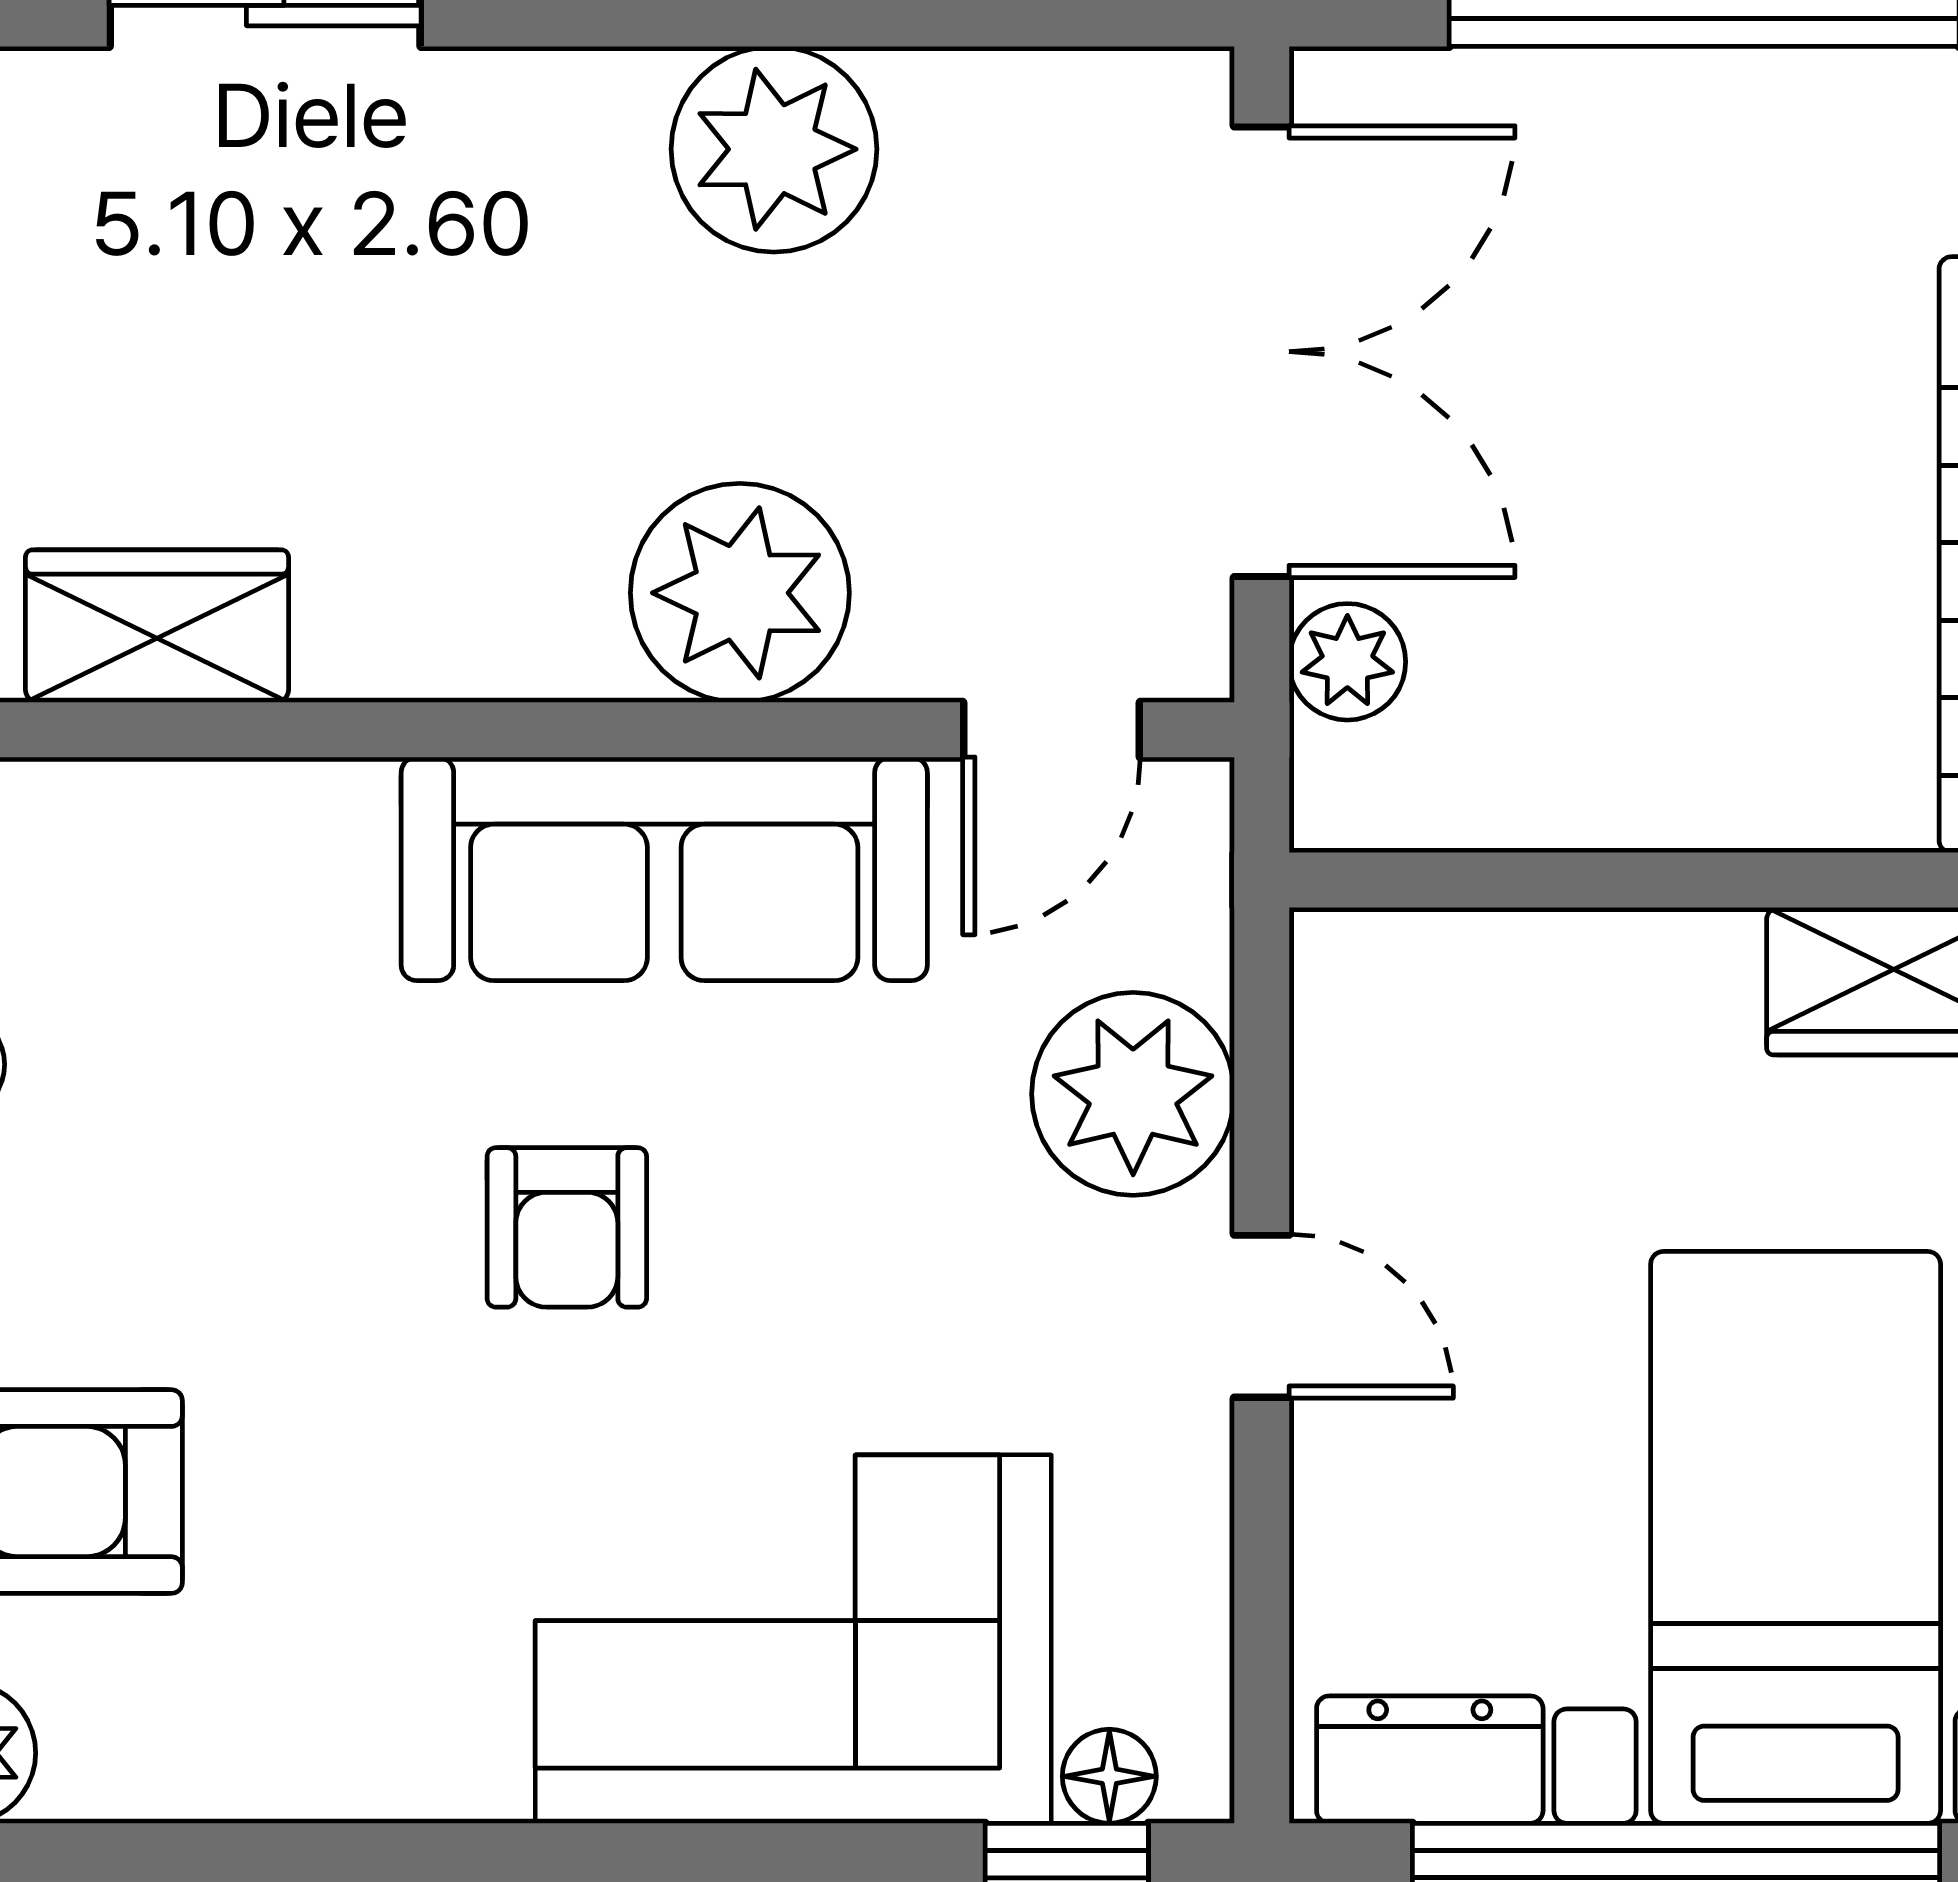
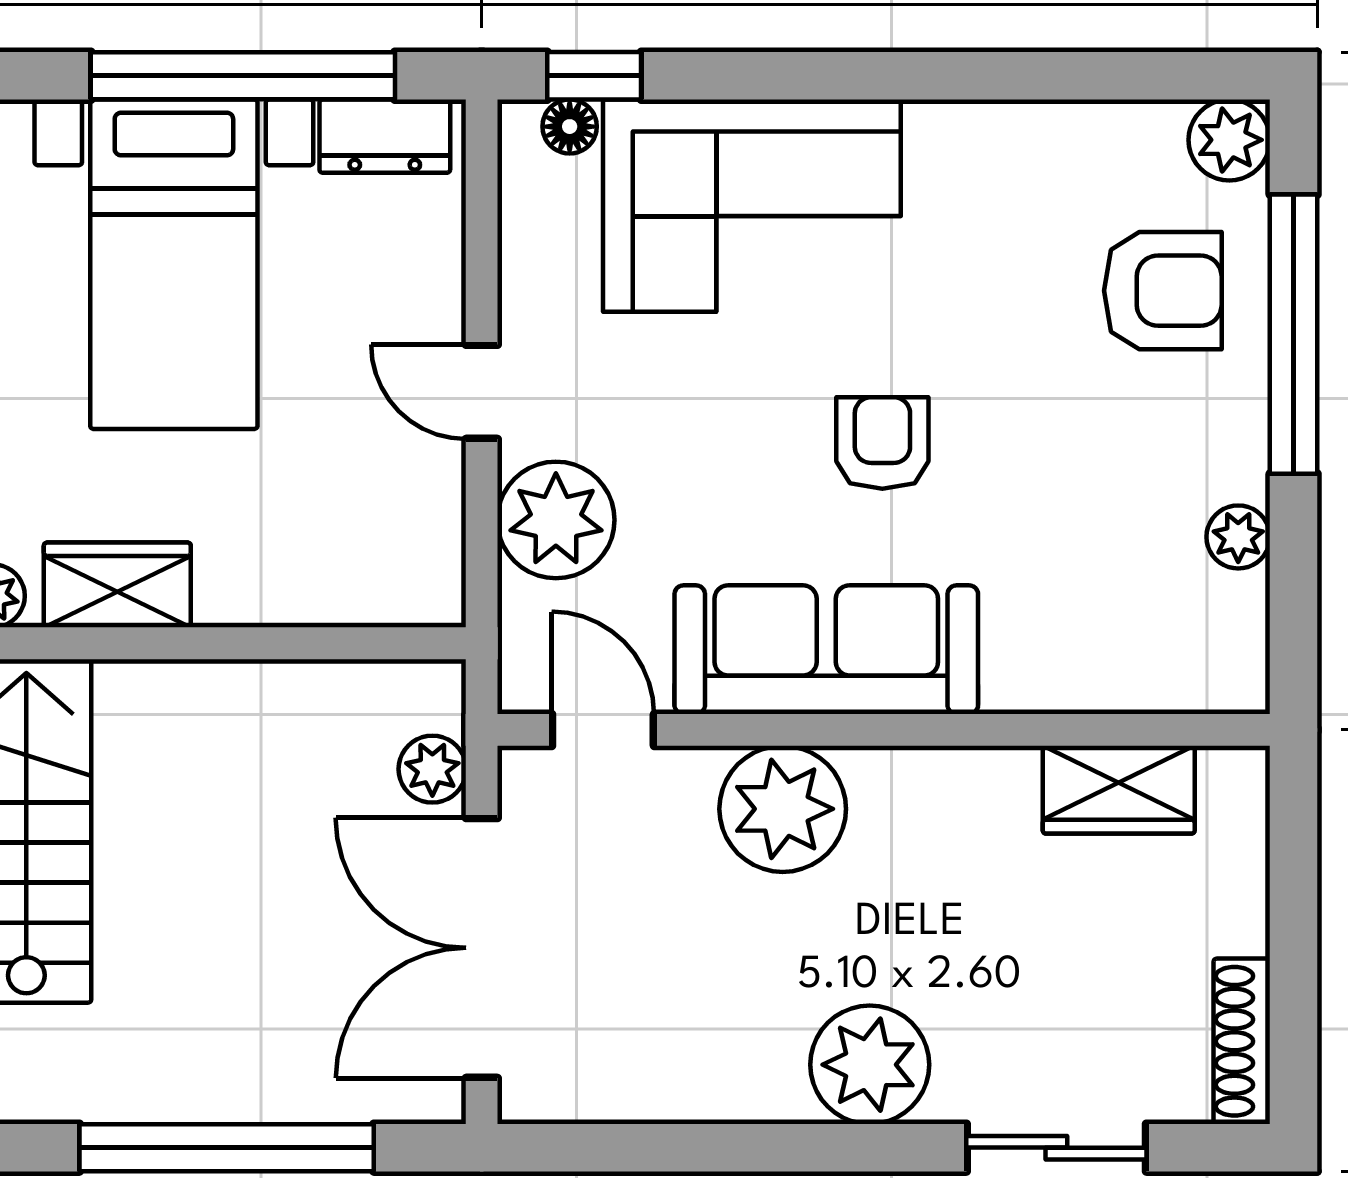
plant: (774, 149) -> (870, 1065), moved
door: (1052, 730) -> (603, 730), hinge flipped

